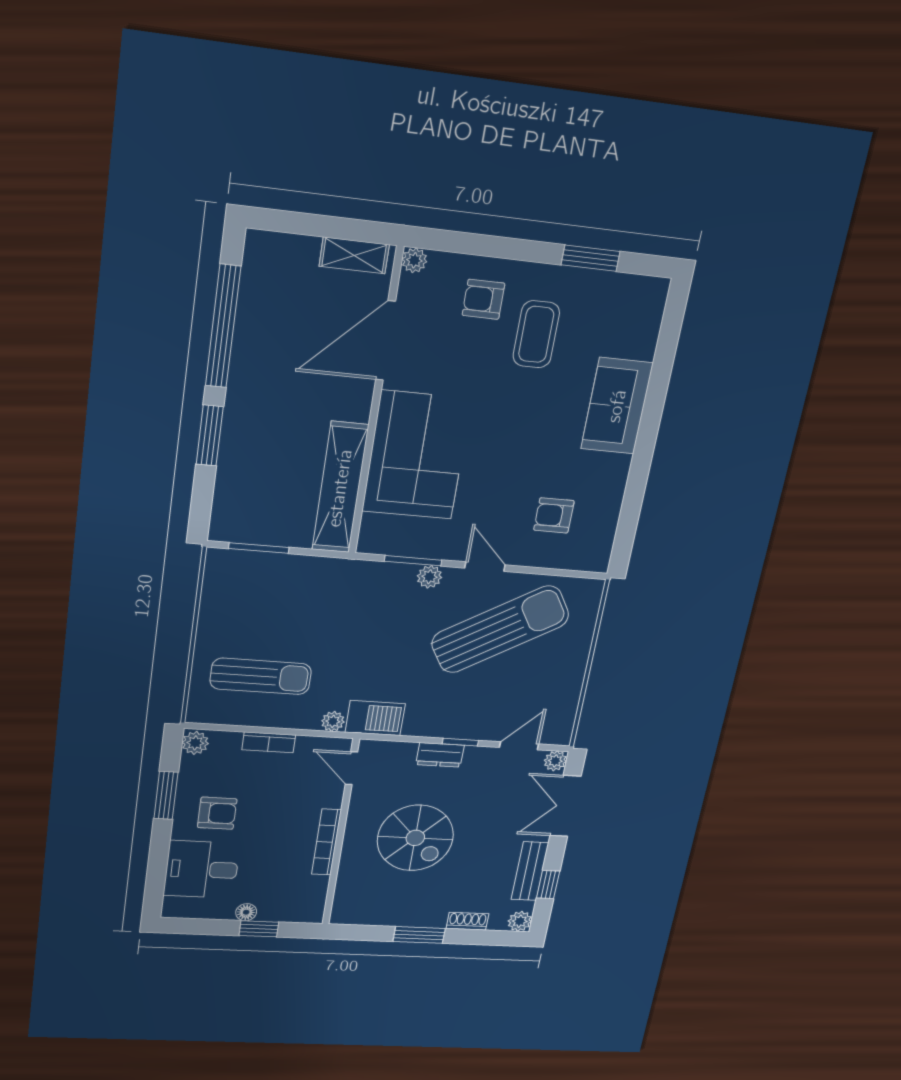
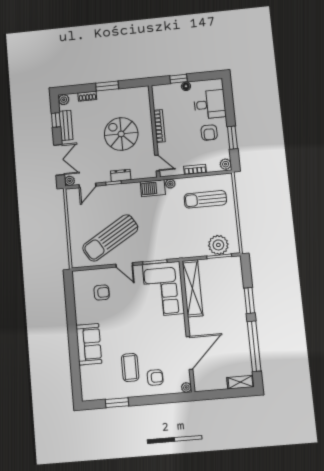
shelving: (354, 255) -> (240, 382), moved
corner sofa: (417, 455) -> (163, 289), moved
plant: (429, 577) -> (218, 245), moved, width x1.88, depth x1.88
armchair: (217, 813) -> (209, 133), turned -90

